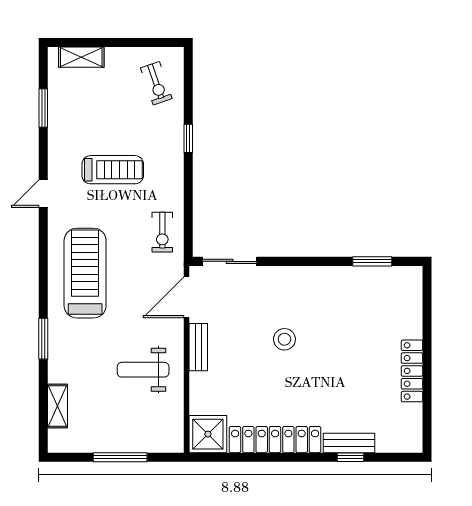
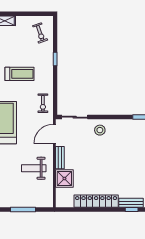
stool: (284, 339) -> (100, 130), moved
shower: (208, 434) -> (64, 178), moved

